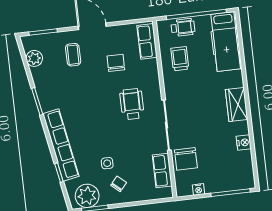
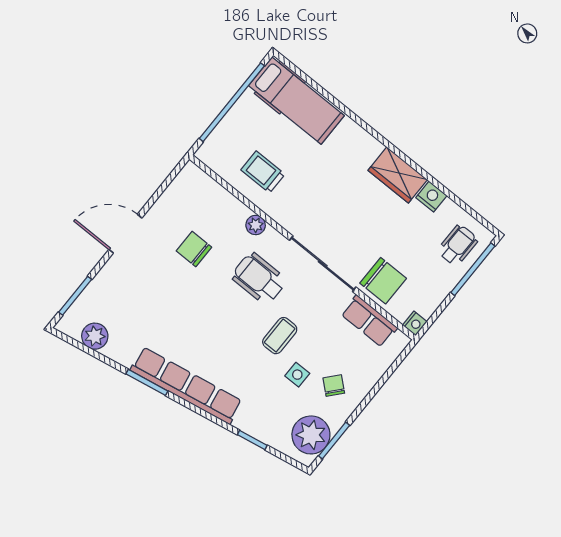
wheelchair: (183, 27) -> (458, 245), moved
row of seats: (147, 41) -> (206, 189), removed
coffee table: (73, 55) -> (280, 336), moved, turned 90
plant: (154, 79) -> (256, 225), added
wardrobe: (237, 104) -> (398, 175), moved
row of seats: (61, 145) -> (186, 386), moved
nightstand: (199, 189) -> (415, 323), moved

